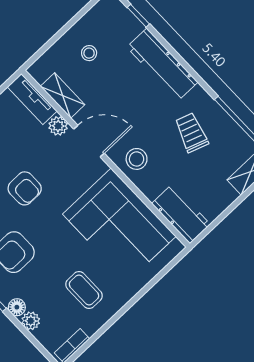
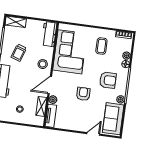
door: (89, 141) -> (50, 85), hinge flipped

